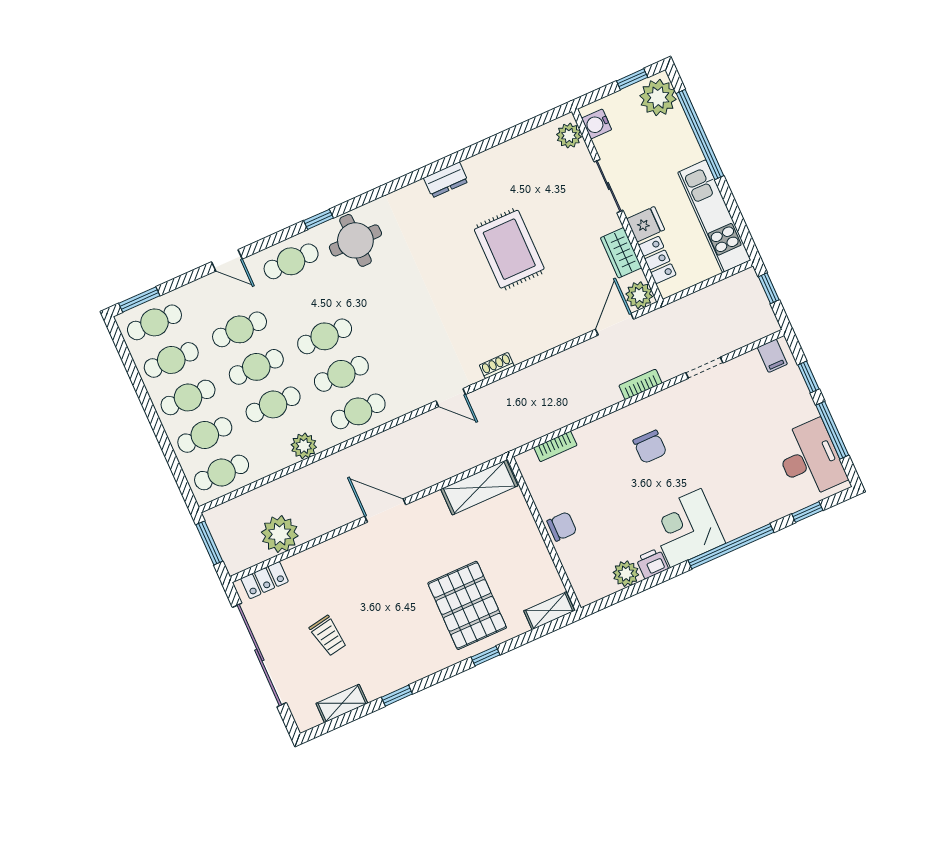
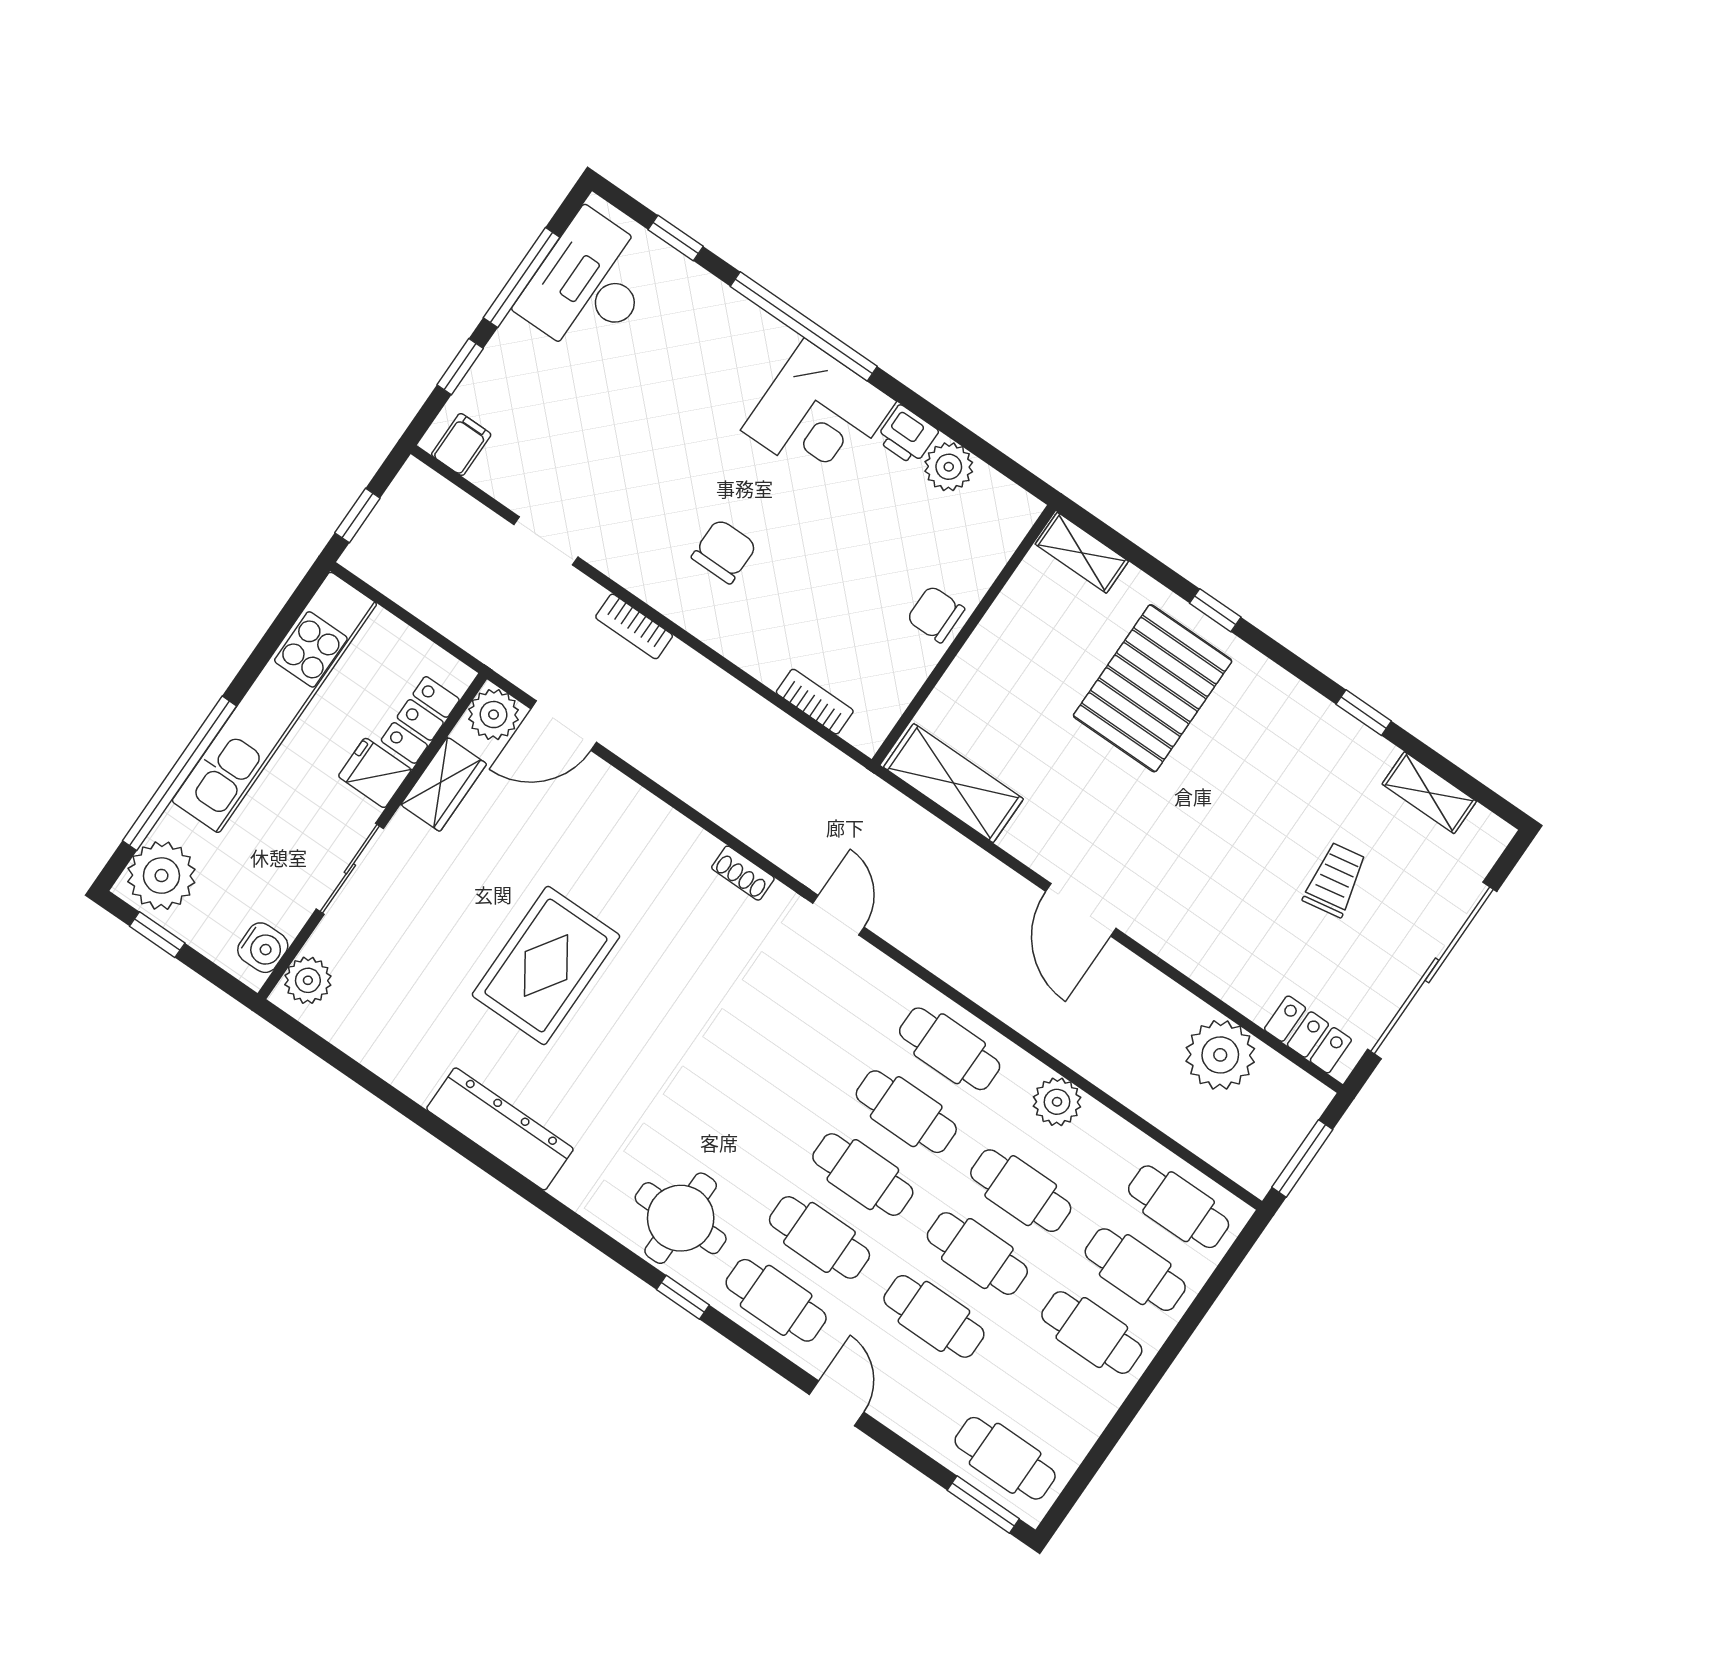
dresser: (446, 180) -> (500, 1129), width x1.96, depth x1.24
kitchen unit: (714, 216) -> (274, 702), width x1.36
cafe table: (171, 360) -> (819, 1237), moved

